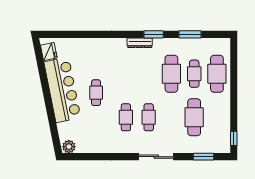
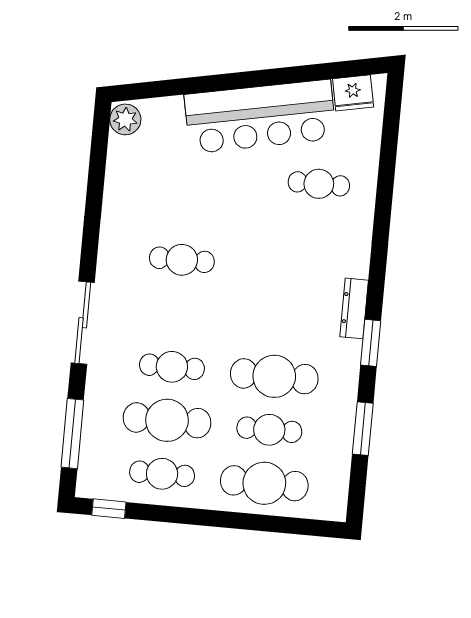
cafe table: (96, 93) -> (319, 184), moved
cafe table: (149, 117) -> (172, 367), moved
cafe table: (217, 117) -> (162, 474), added
window: (204, 157) -> (72, 434), width x1.44

